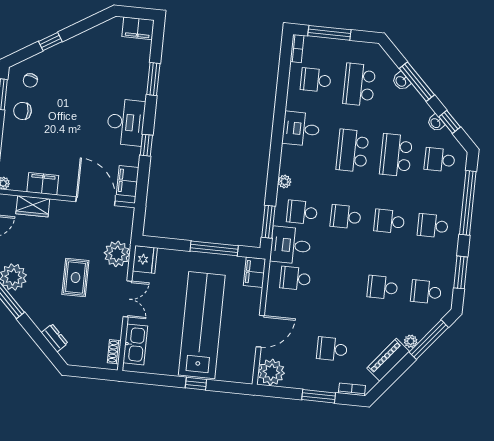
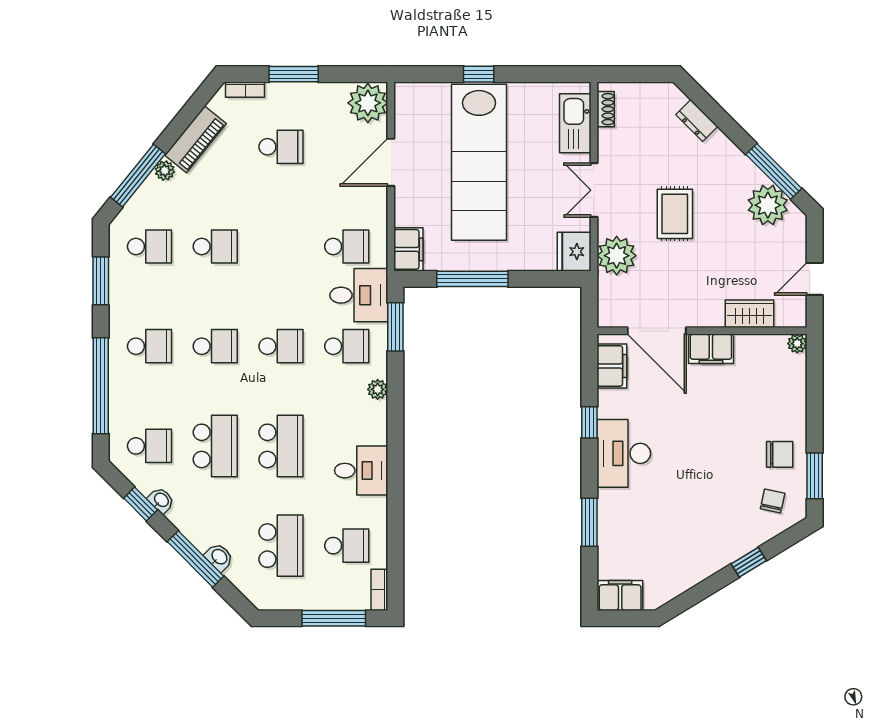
filing cabinet: (43, 184) -> (711, 349), moved

